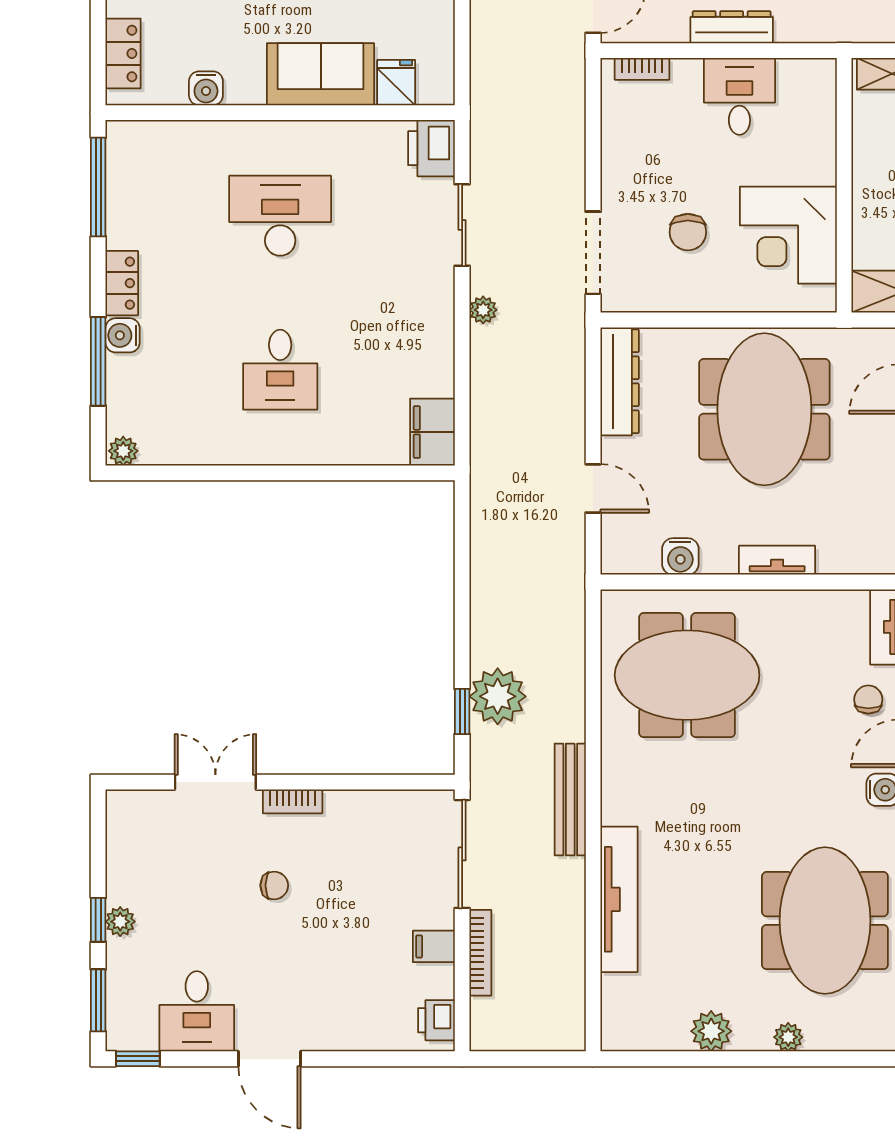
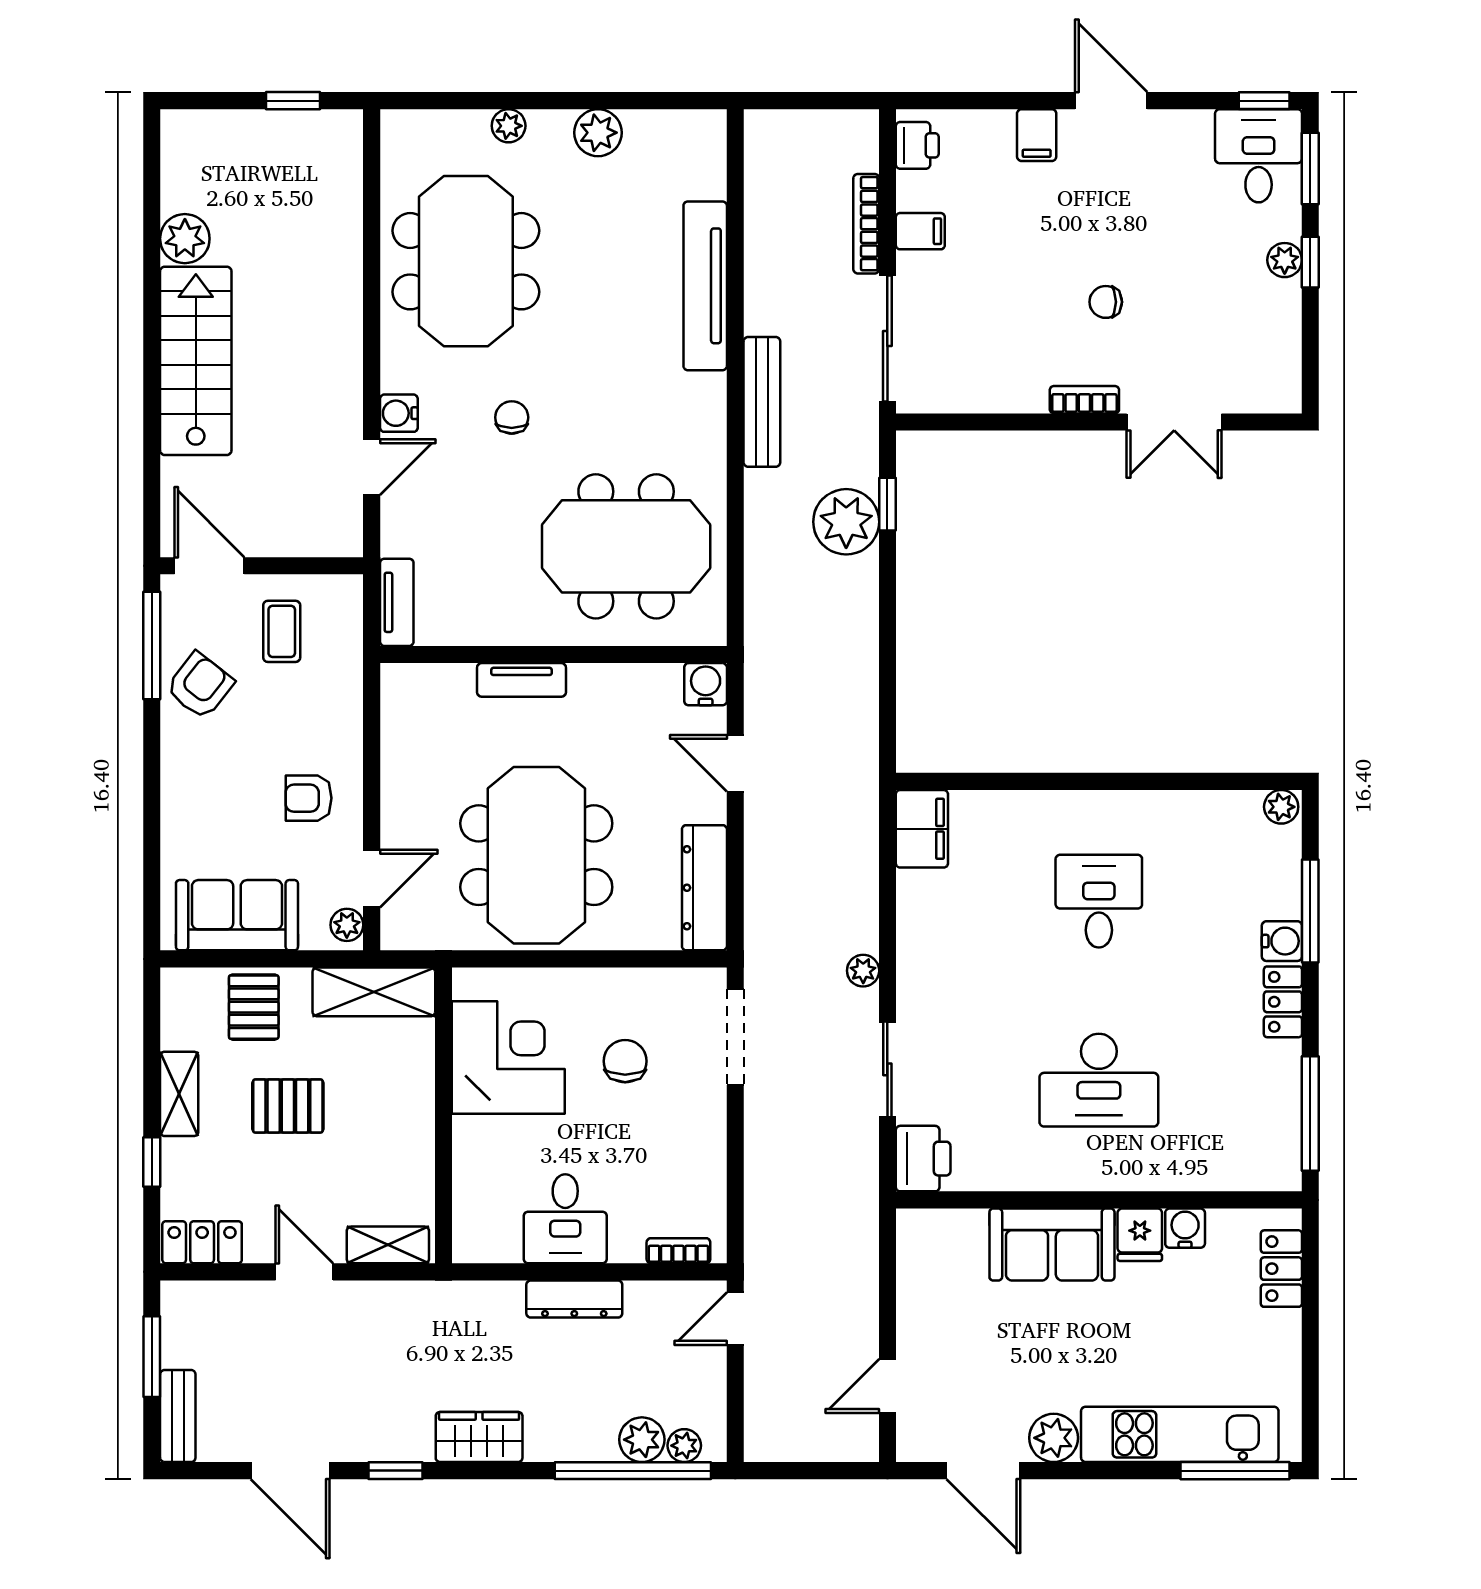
fridge: (396, 83) -> (1140, 1235), moved
water cooler: (680, 556) -> (706, 684), moved
chair: (868, 699) -> (512, 417), moved, turned 180
desk: (197, 1011) -> (1259, 156), moved
filing cabinet: (334, 1029) -> (1037, 135), added

